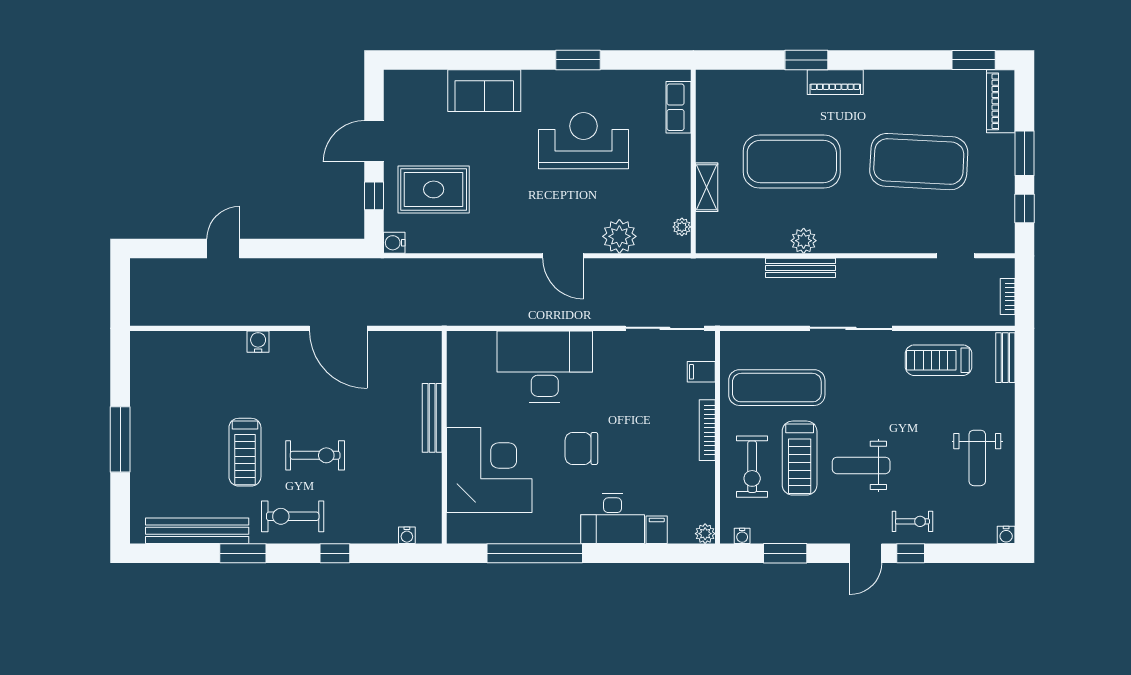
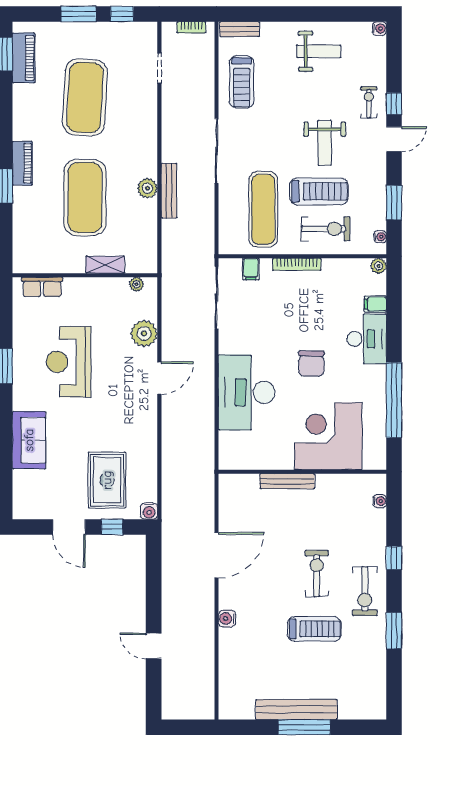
piano: (1001, 101) -> (24, 58), moved, turned -90
bench: (197, 531) -> (296, 710), moved, turned 90
door: (866, 553) -> (394, 139), hinge flipped

